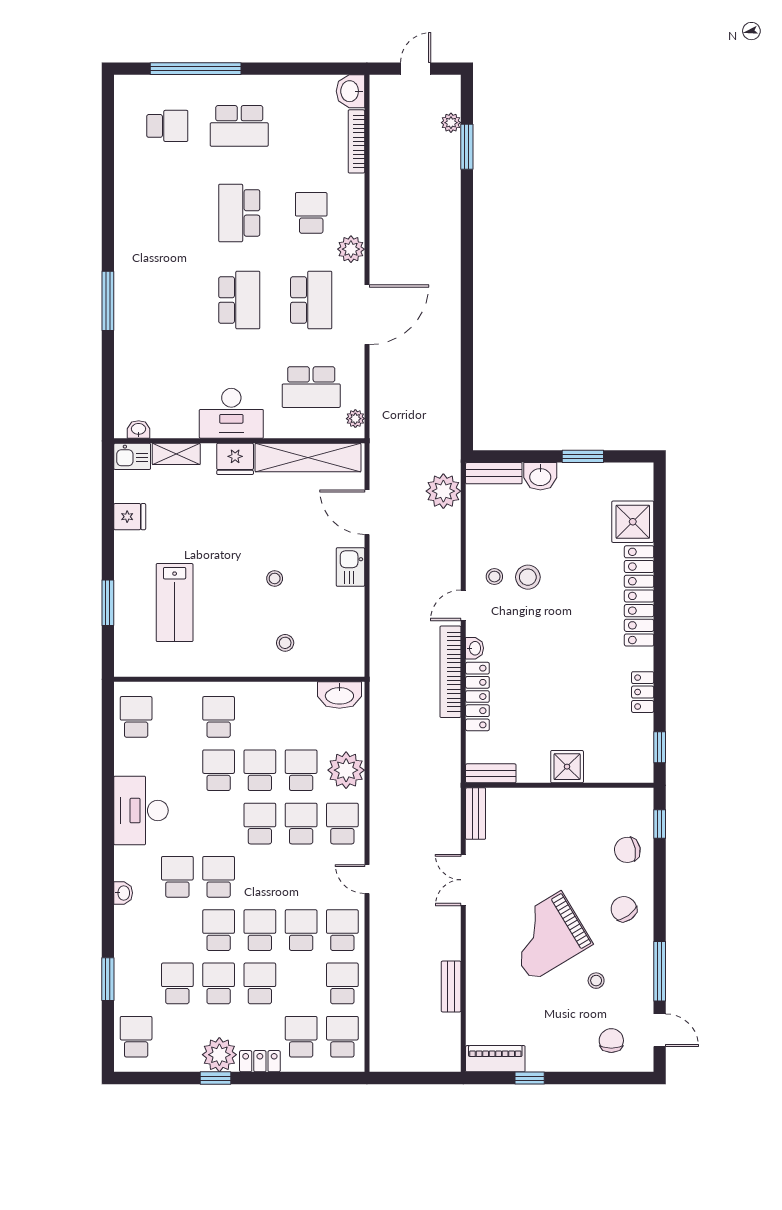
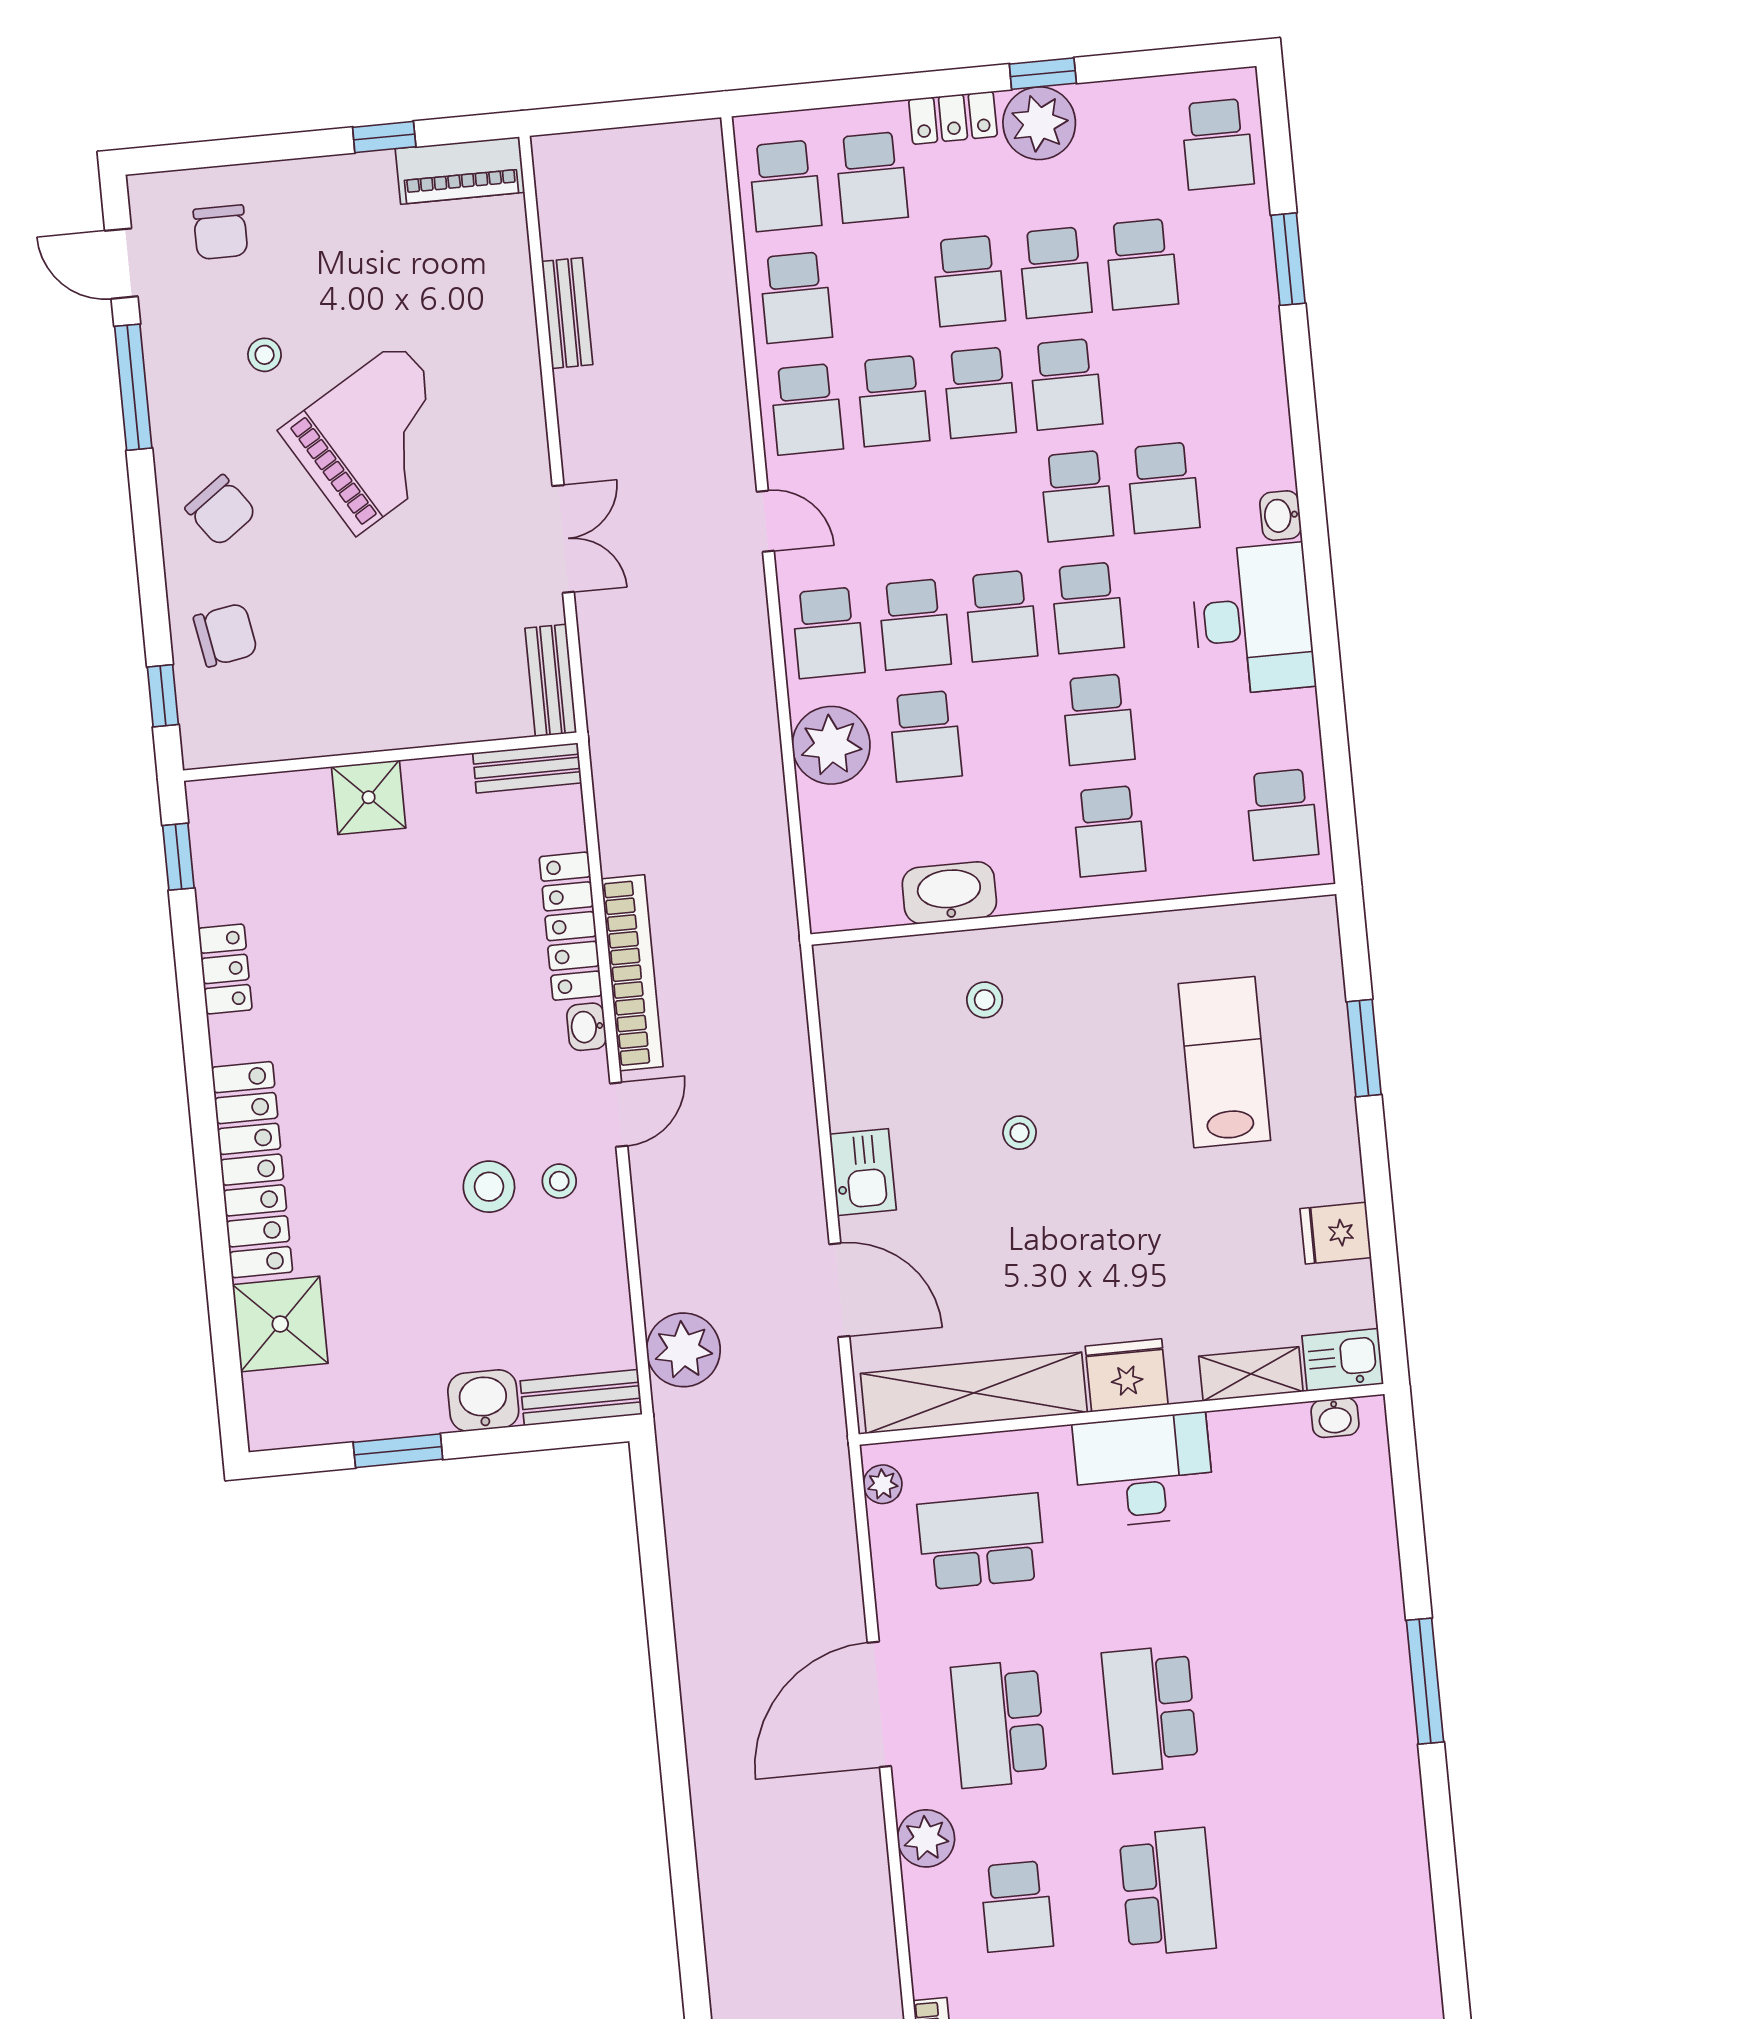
washbasin: (339, 695) -> (949, 893), moved
school desk: (260, 770) -> (1087, 608), moved
washbasin: (123, 893) -> (1280, 516), moved

